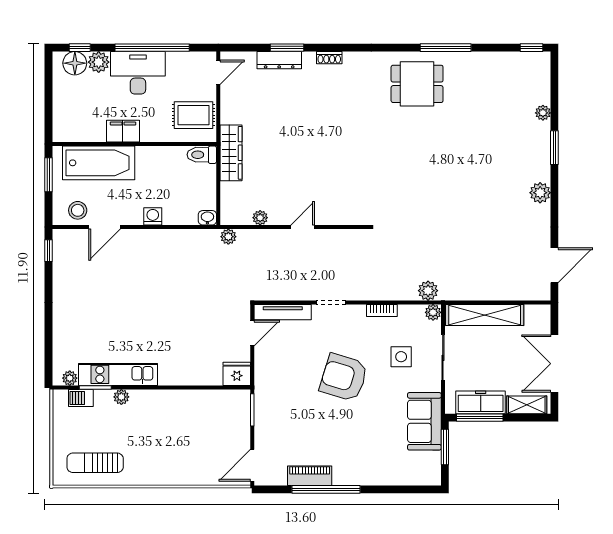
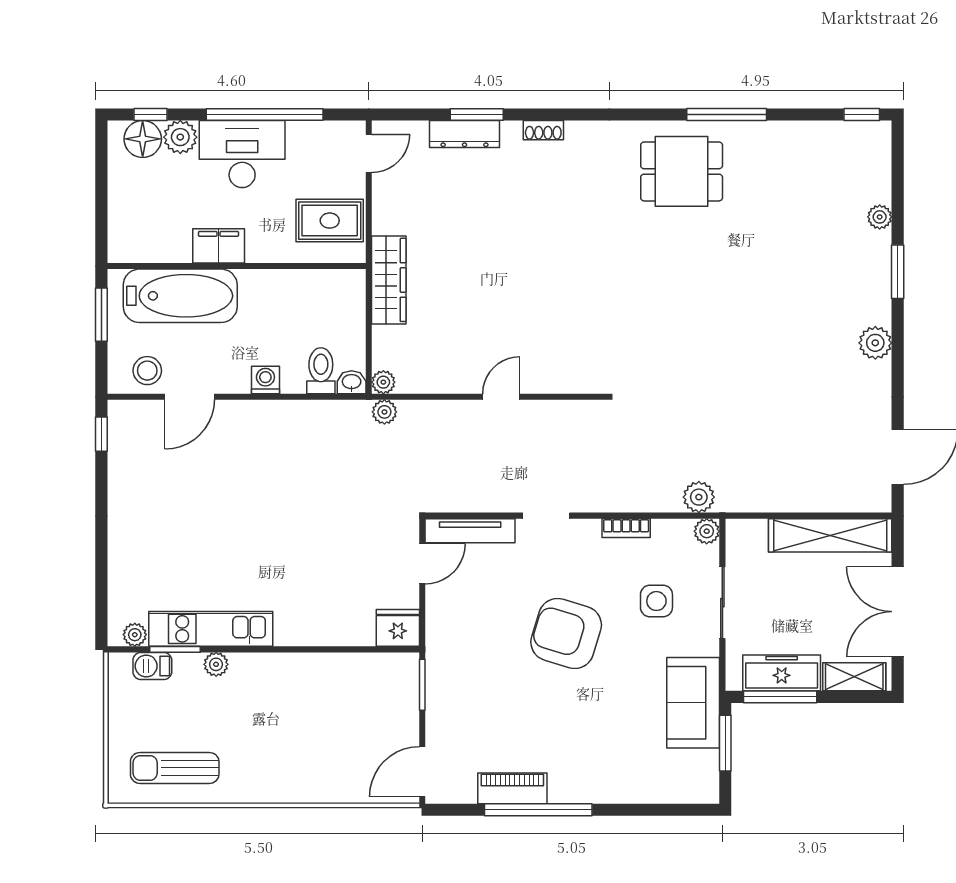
toilet: (202, 155) -> (321, 371), moved, turned 90
plant: (260, 218) -> (383, 382), moved
shelving: (485, 315) -> (830, 535), moved

